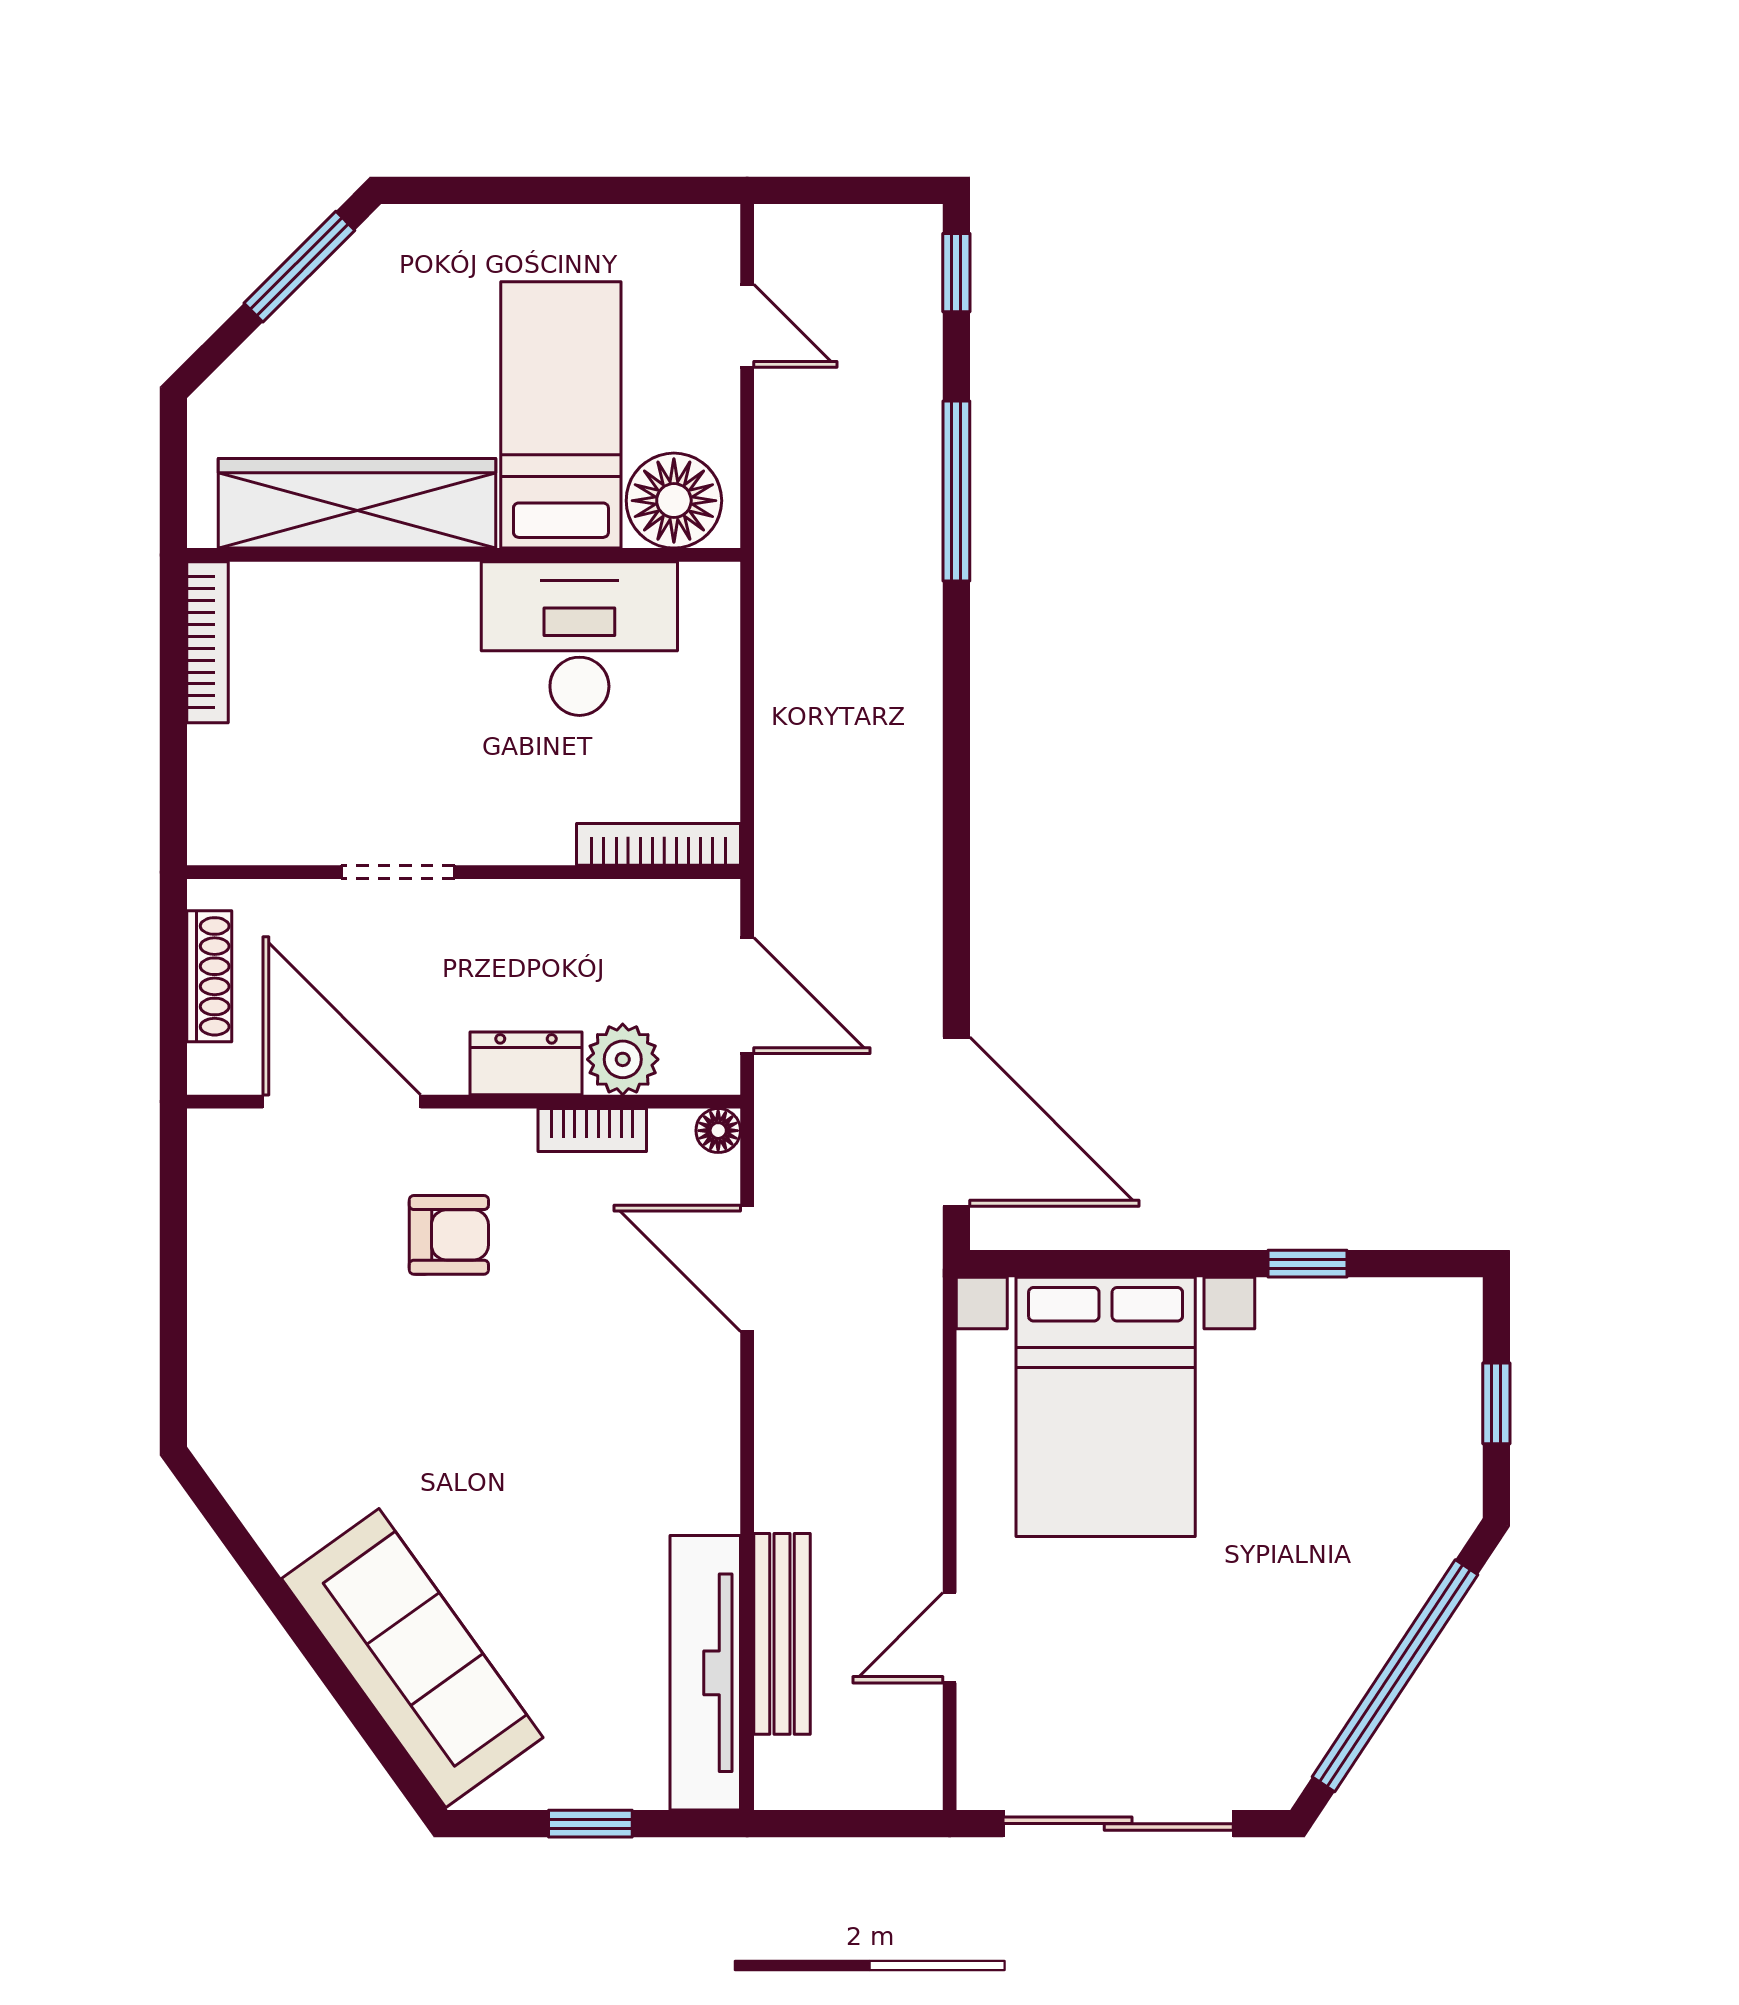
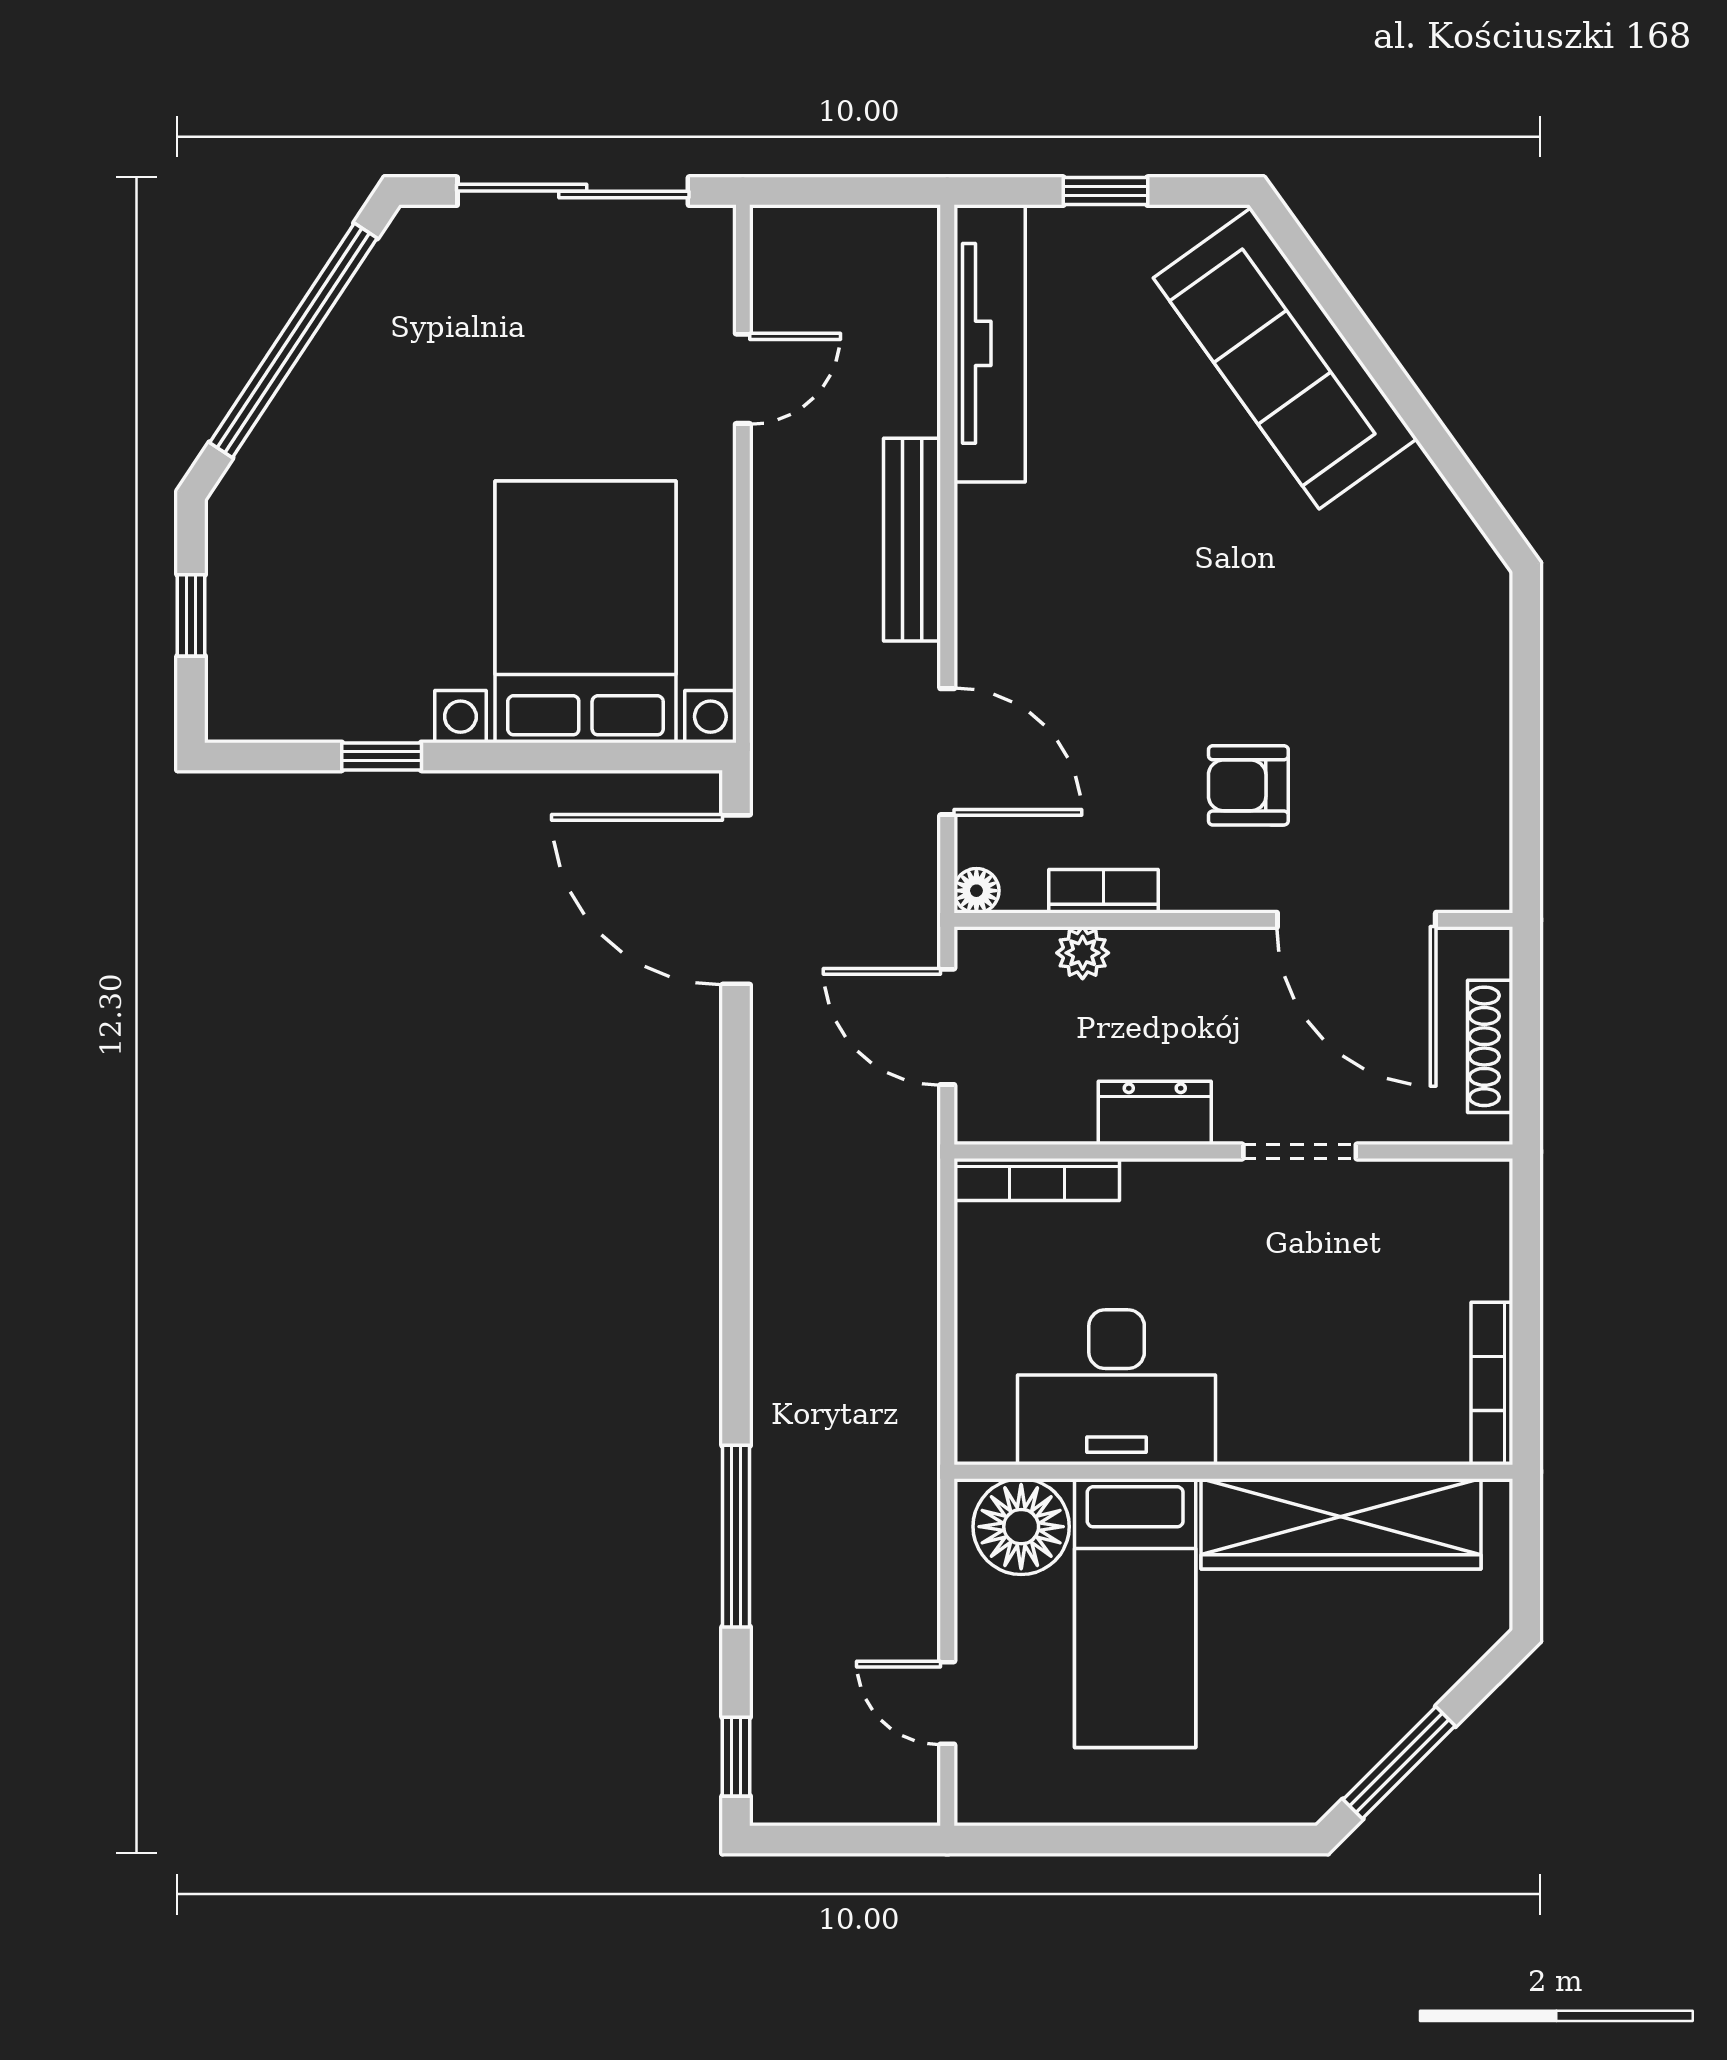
plant: (623, 1059) -> (1083, 953), width x0.73, depth x0.73
dresser: (526, 1063) -> (1155, 1113), moved, turned 180
bench: (782, 1634) -> (912, 540), moved

